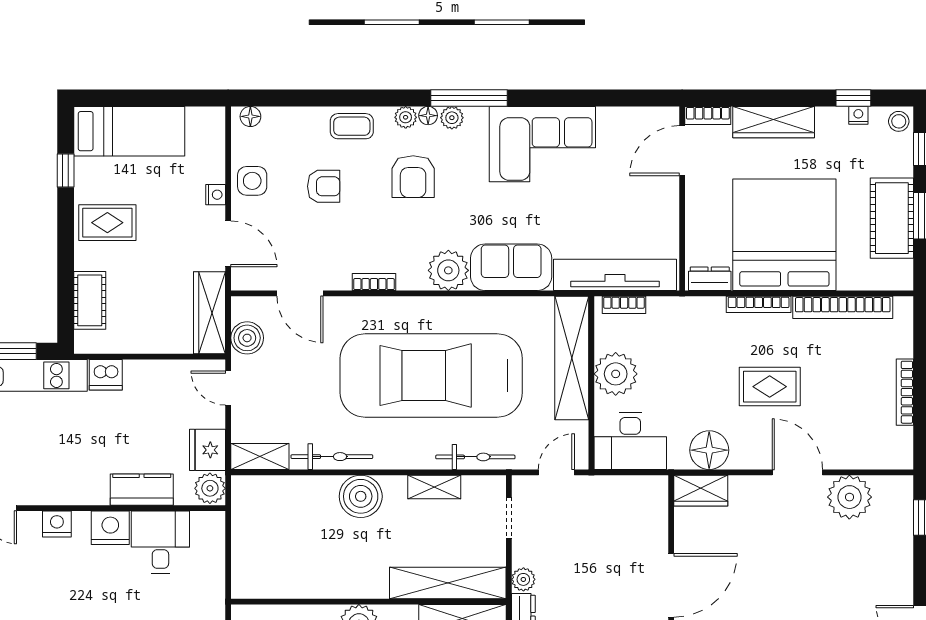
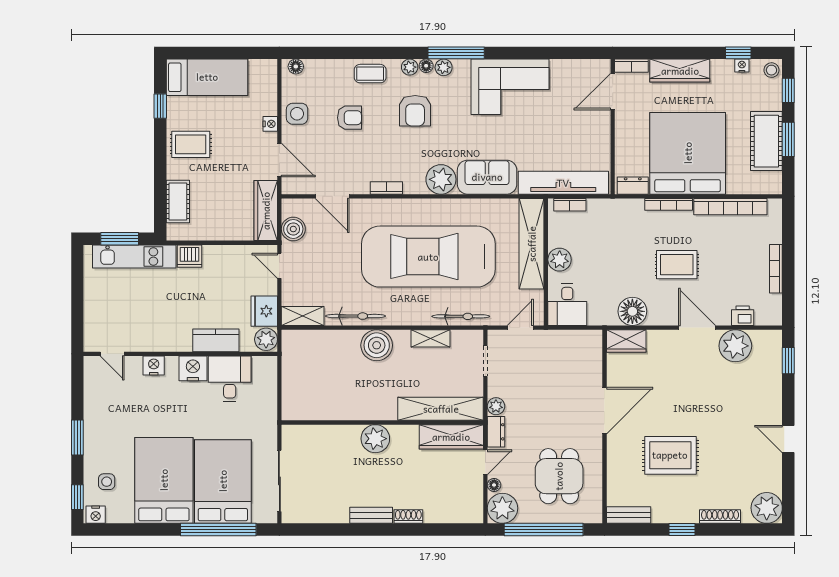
plant: (616, 374) -> (560, 260), width x0.73, depth x0.73
desk: (630, 441) -> (567, 305), width x0.73
printer: (859, 456) -> (743, 316), added

